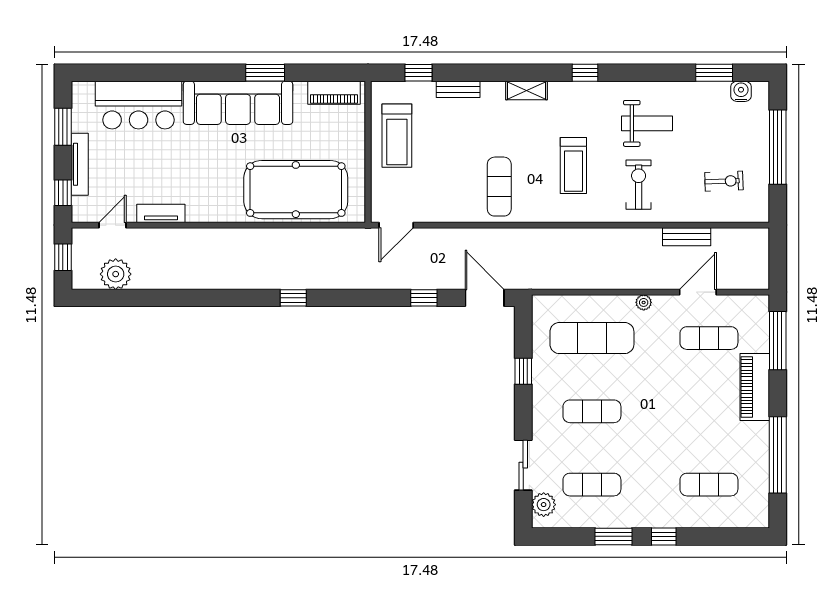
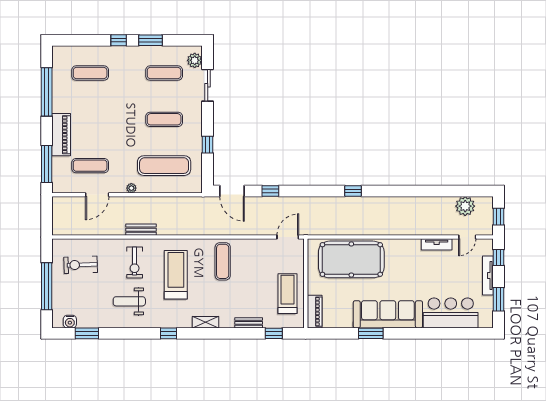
piano: (334, 93) -> (315, 312), moved, turned 90
treadmill: (573, 165) -> (176, 275), width x1.37, depth x1.38
exercise bike: (724, 181) -> (81, 265), width x1.38, depth x1.39
bench: (687, 237) -> (141, 230), moved

